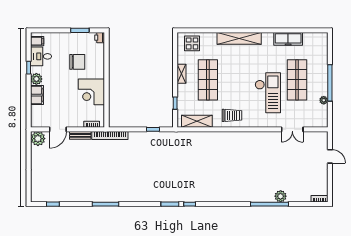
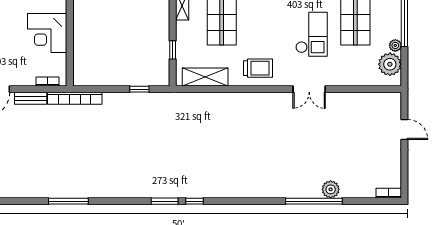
checkout: (268, 93) -> (311, 34), width x0.73, depth x0.83
plant: (320, 113) -> (390, 64), added
double door: (292, 129) -> (309, 89), moved

